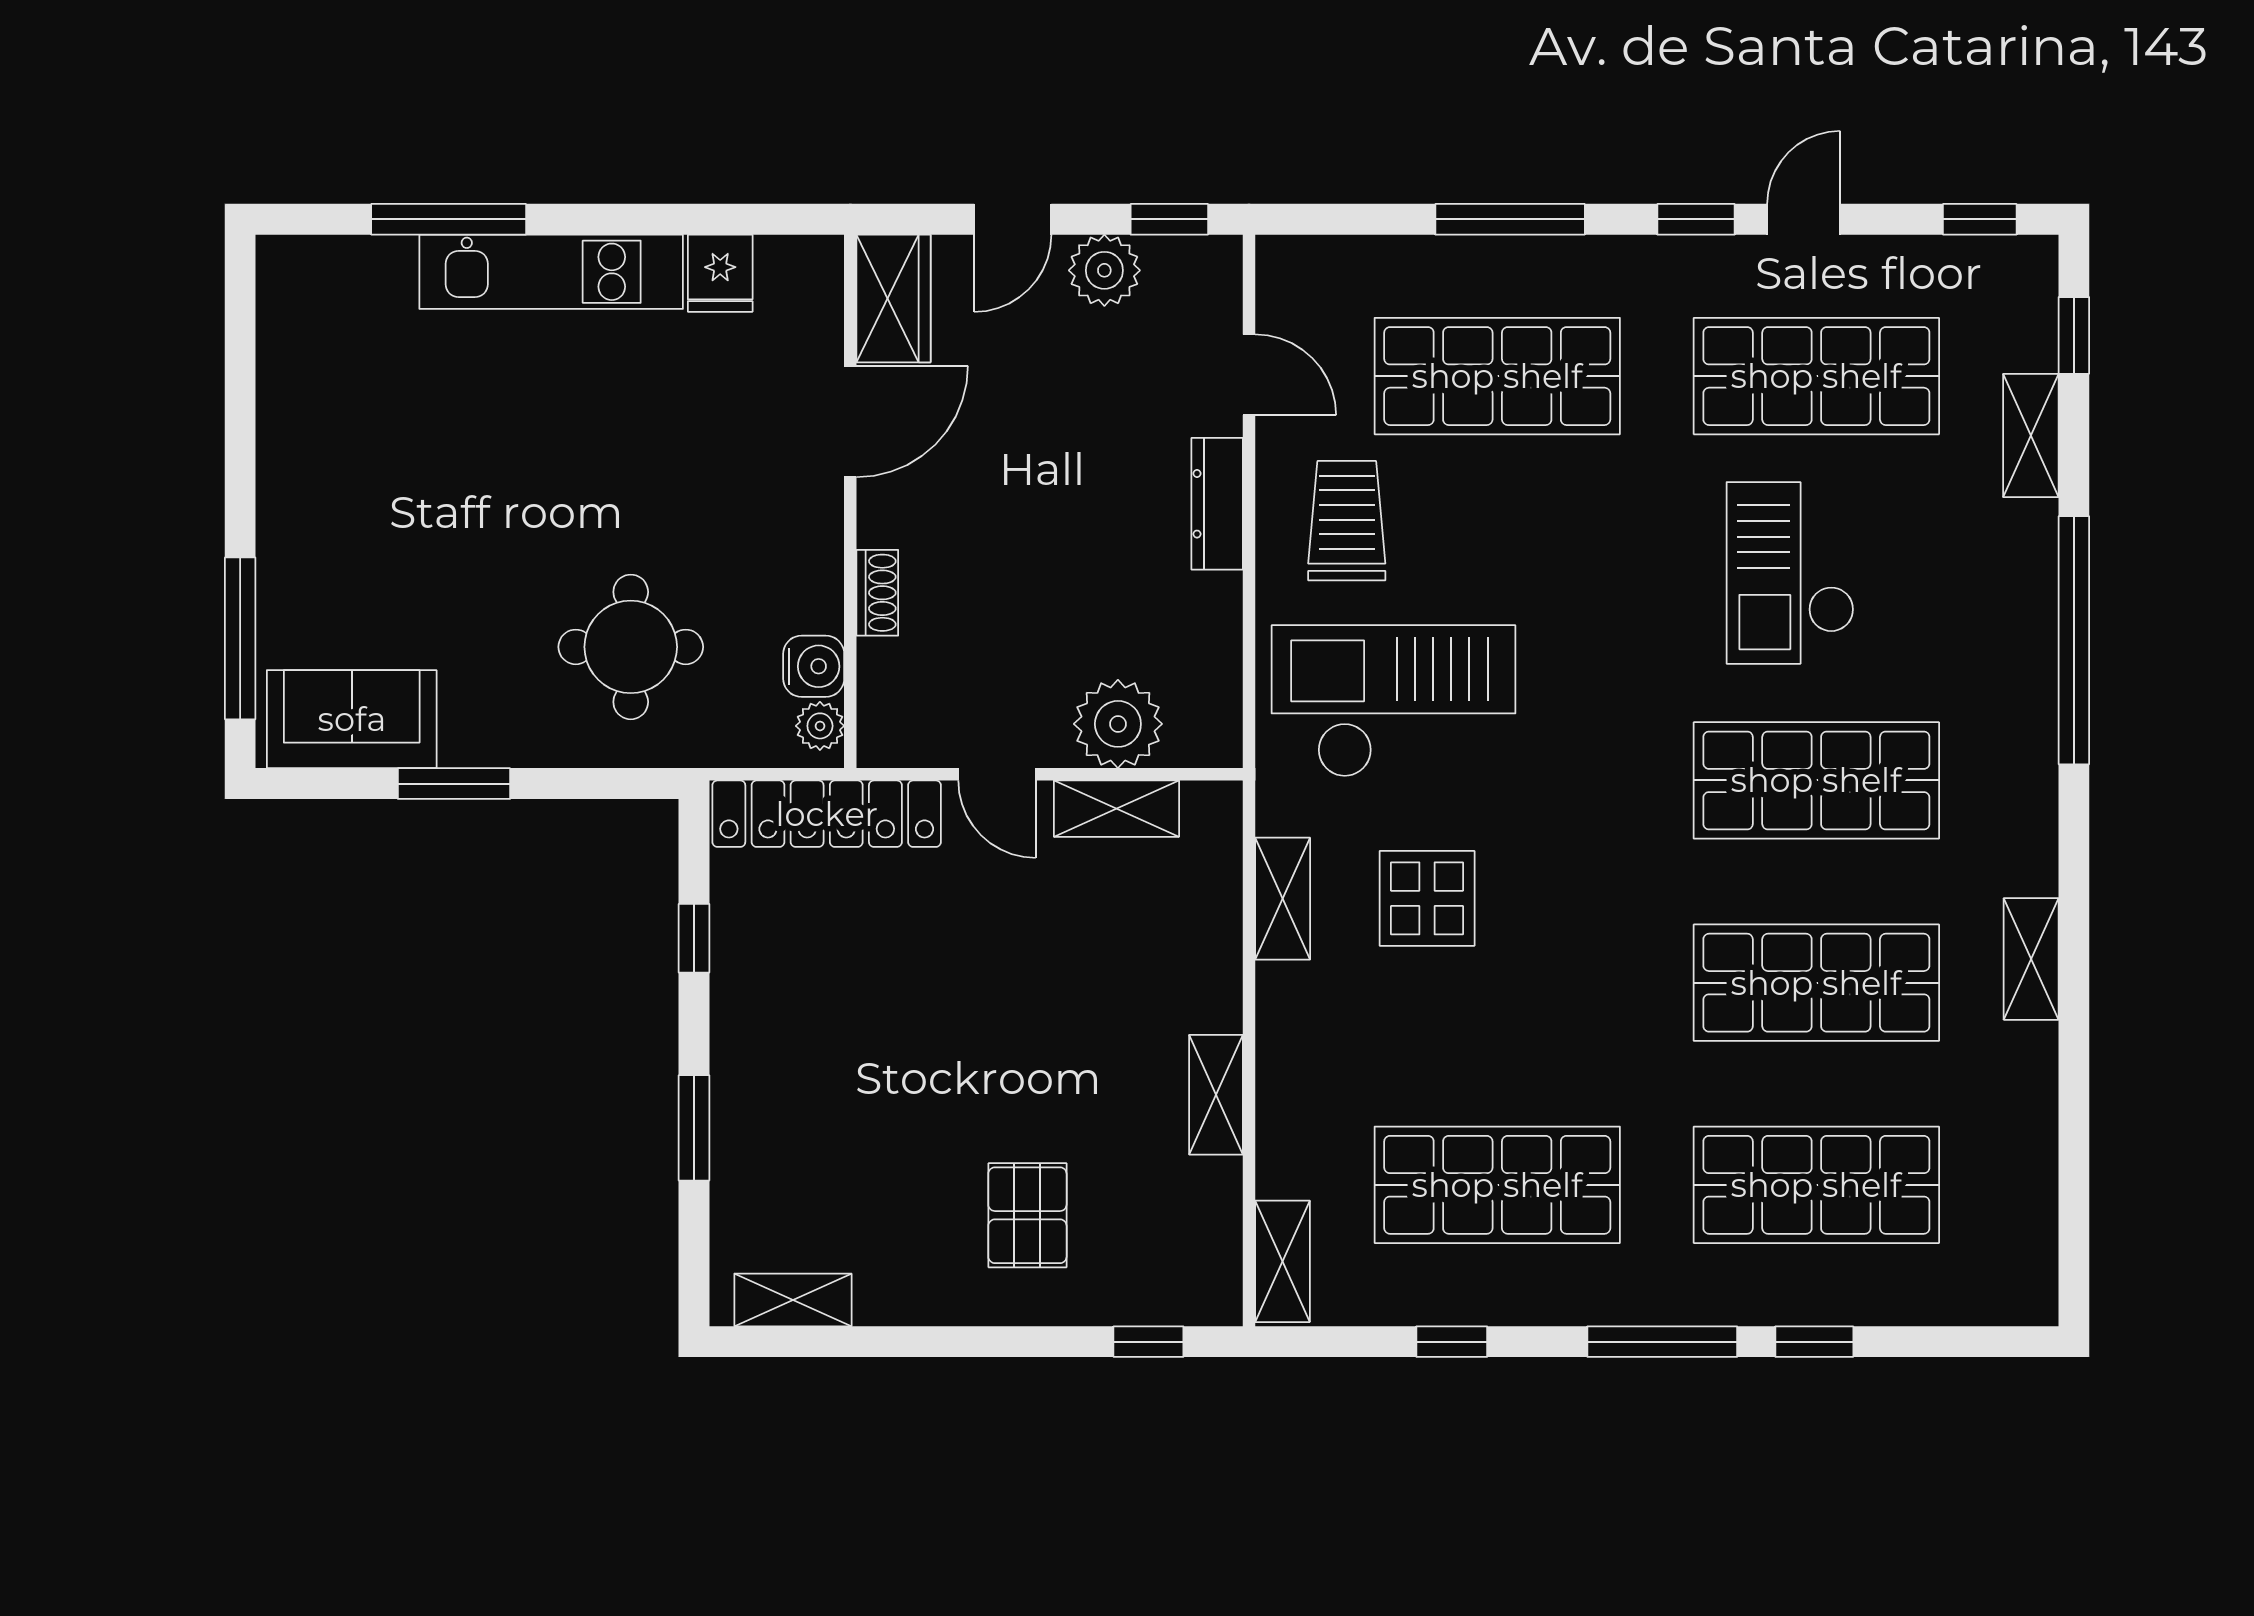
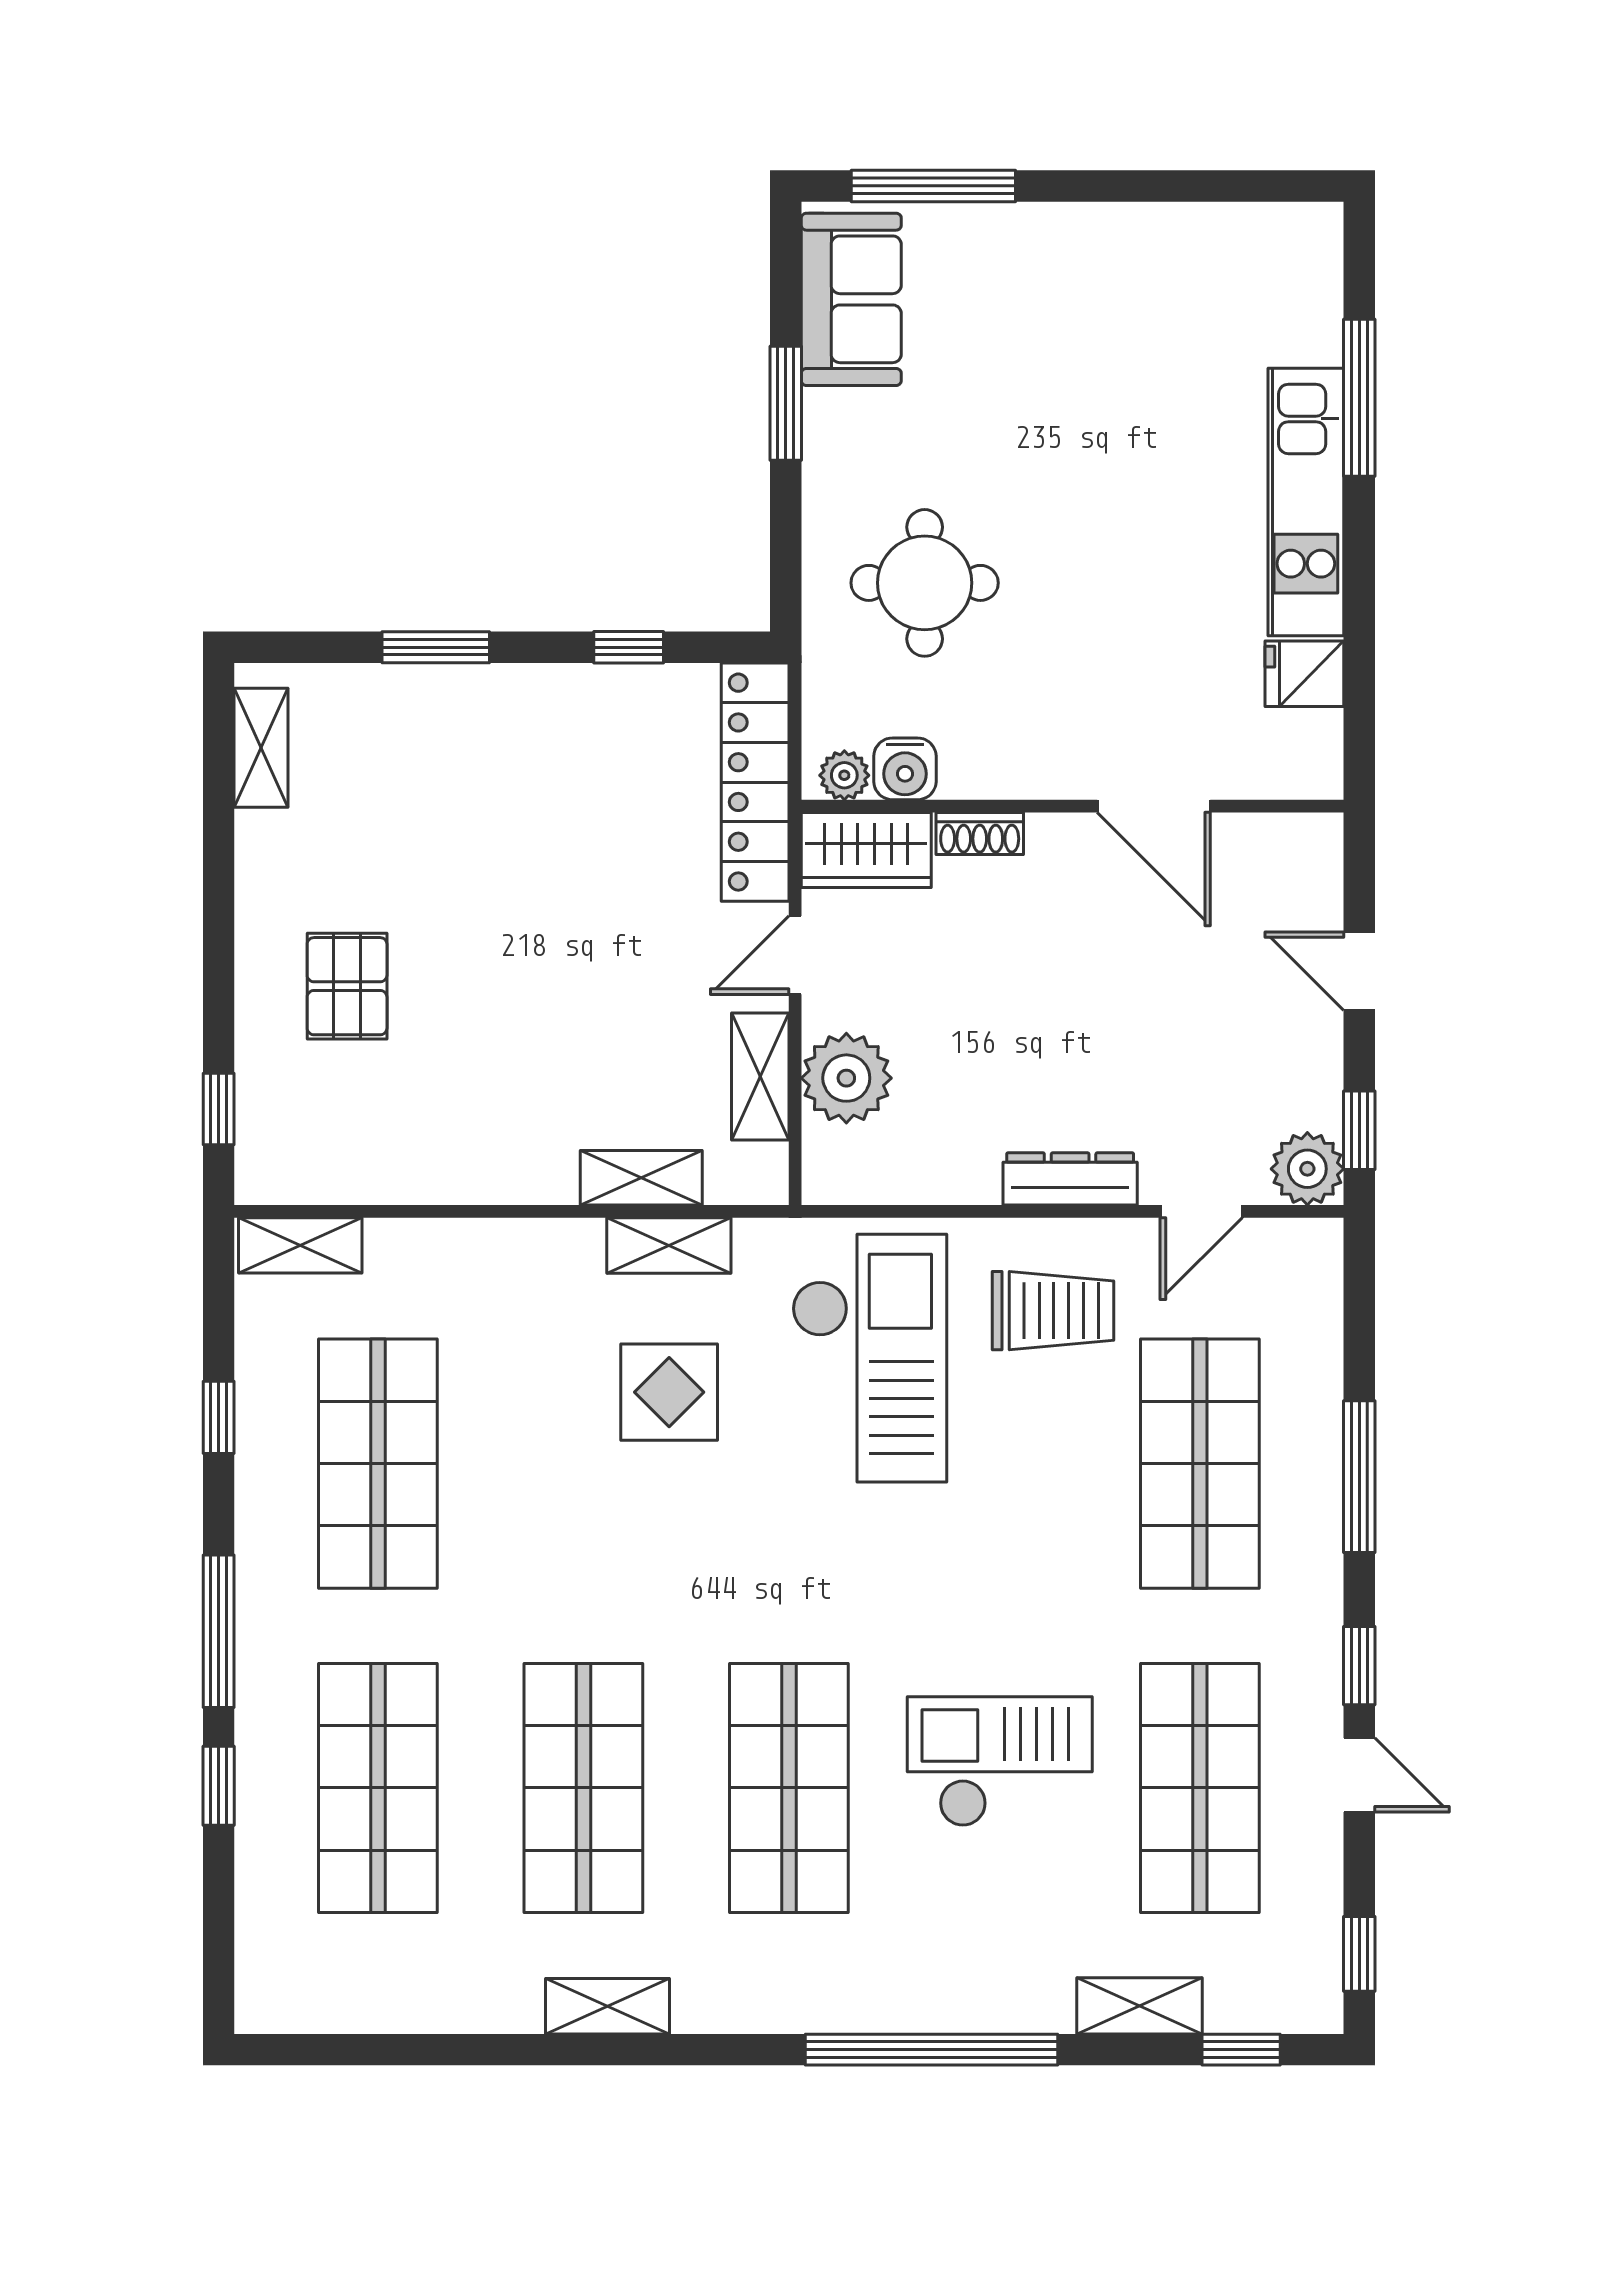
plant: (1104, 270) -> (1307, 1169), moved
wardrobe: (894, 298) -> (866, 850), moved
shelving: (1216, 1095) -> (641, 1178), moved
pallet: (1027, 1215) -> (347, 986), turned 90

